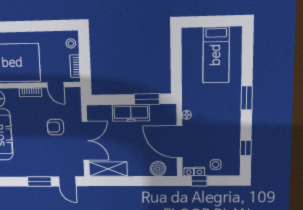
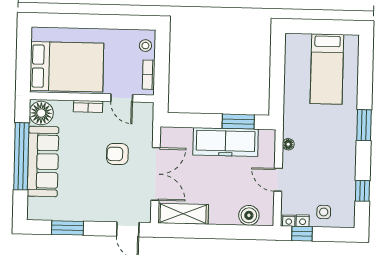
freezer: (131, 113) -> (226, 142), width x1.36, depth x1.26
door: (180, 142) -> (278, 180), width x0.53
window: (39, 182) -> (67, 228), moved

